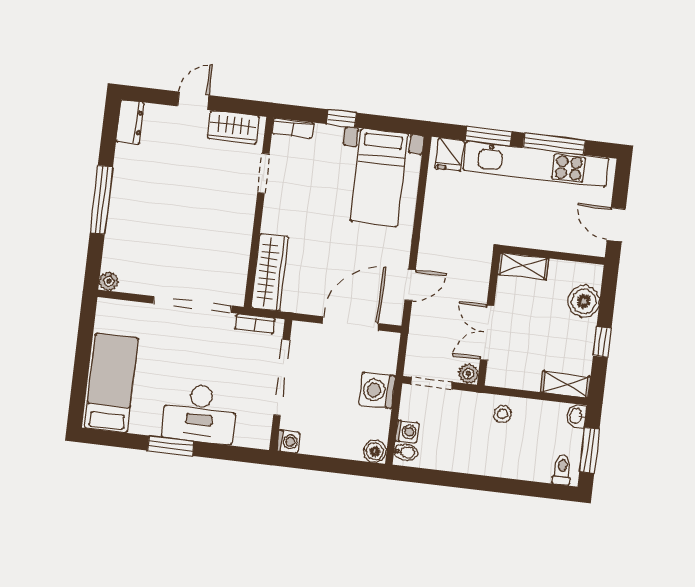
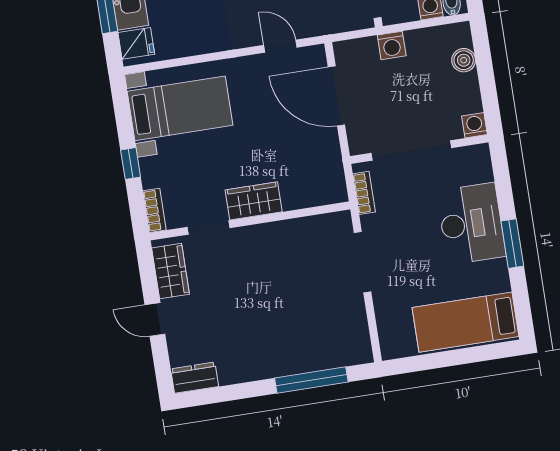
window: (101, 200) -> (311, 380), moved
wardrobe: (270, 272) -> (254, 201), moved, width x0.67
plant: (109, 281) -> (363, 354), removed
doorway: (192, 305) -> (362, 262), width x0.73
washing machine: (377, 391) -> (392, 45), width x0.73, depth x0.73
boiler: (375, 451) -> (464, 60), moved

